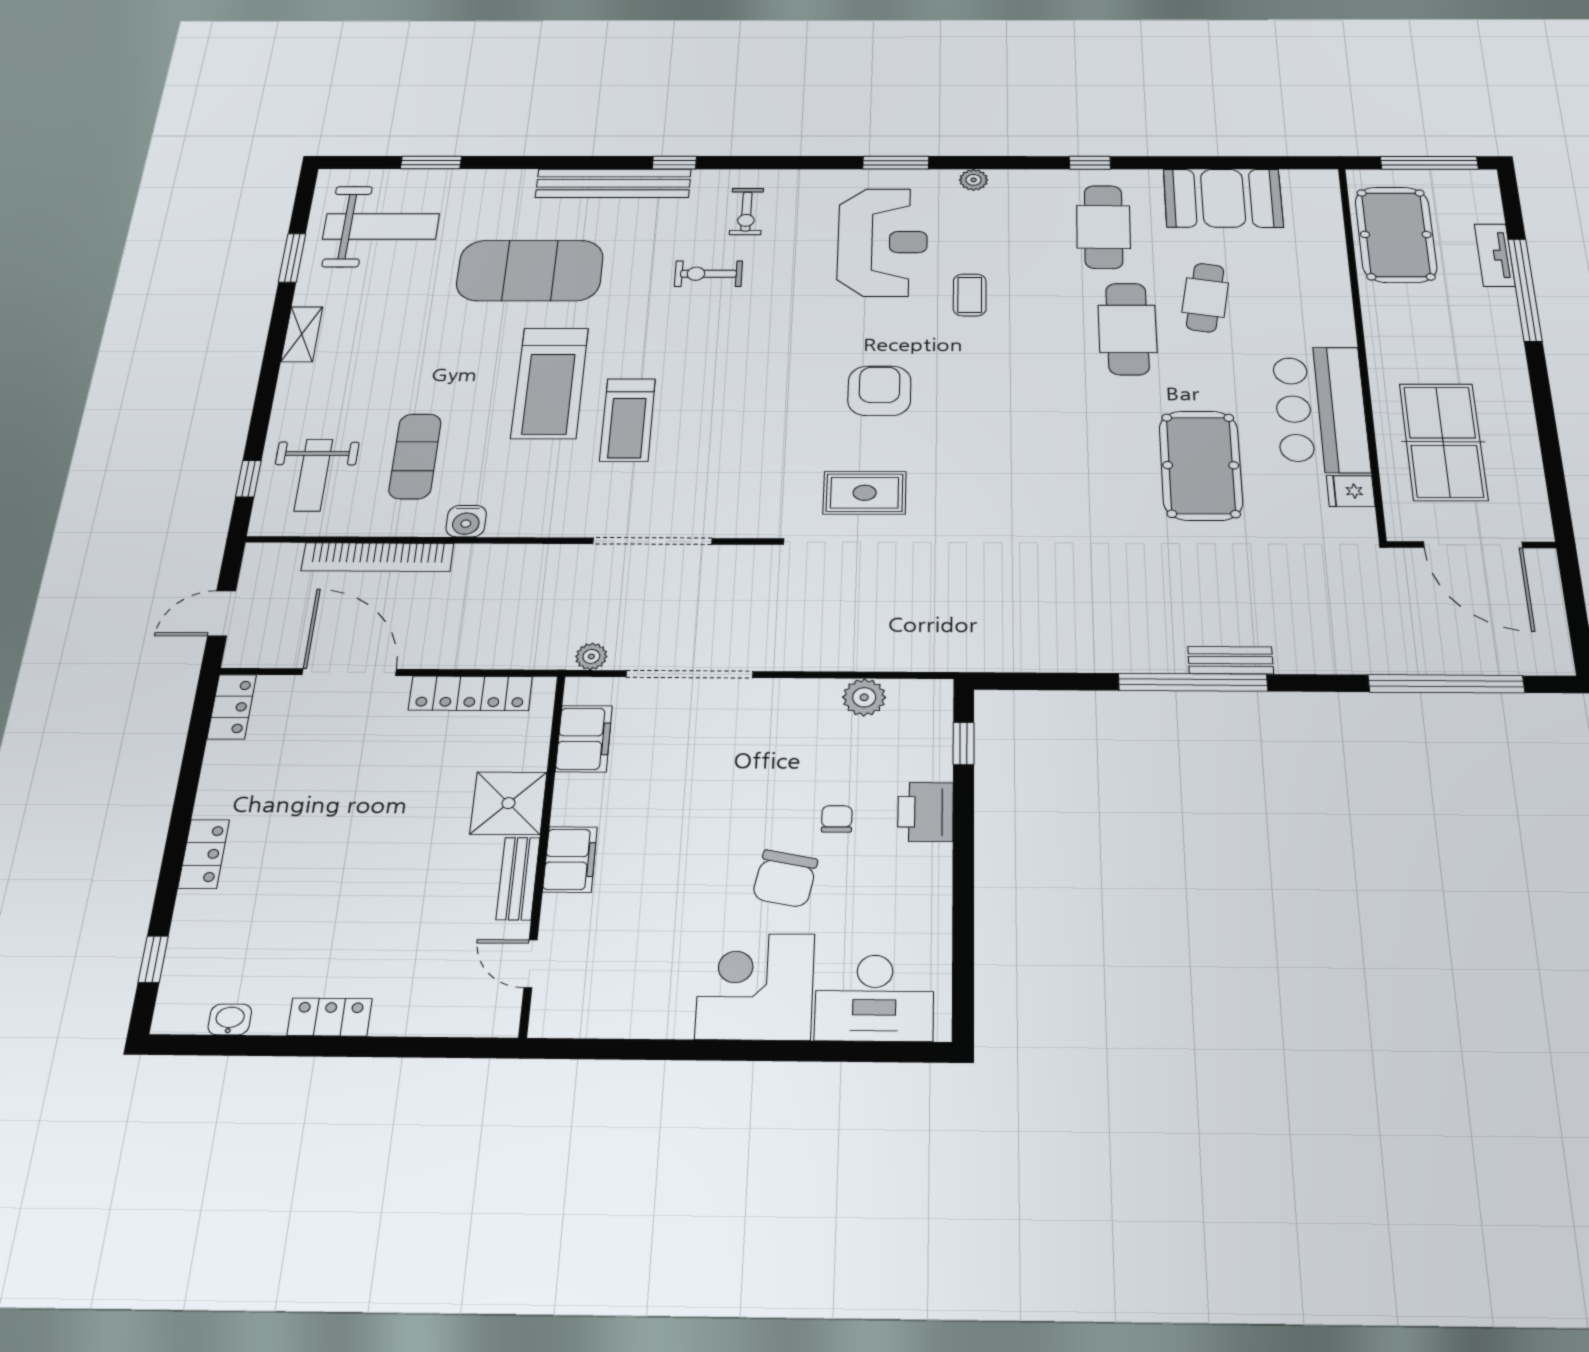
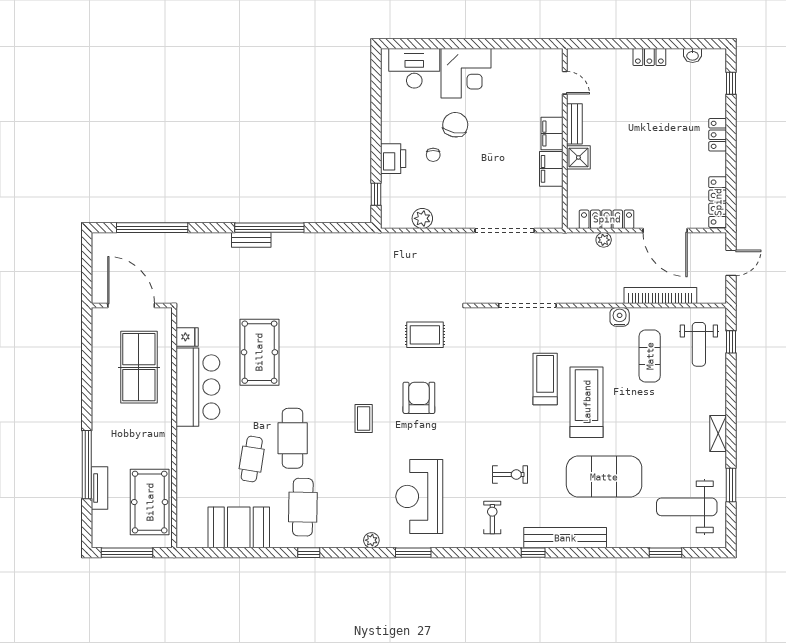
coffee table: (970, 295) -> (364, 419), moved
armchair: (879, 391) -> (419, 398), turned 180
weight bench: (313, 475) -> (699, 344), turned 180
plant: (591, 656) -> (604, 240), moved
locker: (232, 707) -> (718, 202), width x1.53
filing cabinet: (584, 739) -> (551, 169), moved
shower: (508, 803) -> (578, 157), width x0.73, depth x0.73

